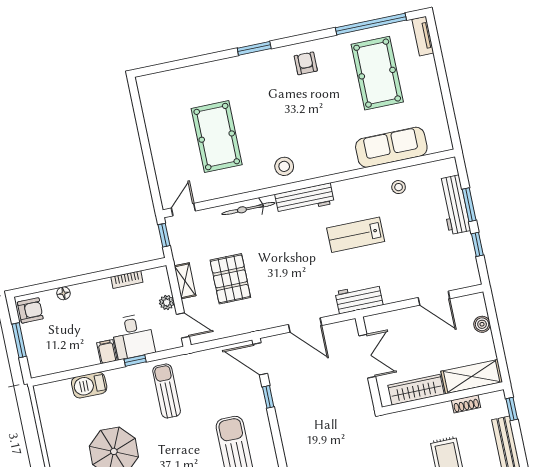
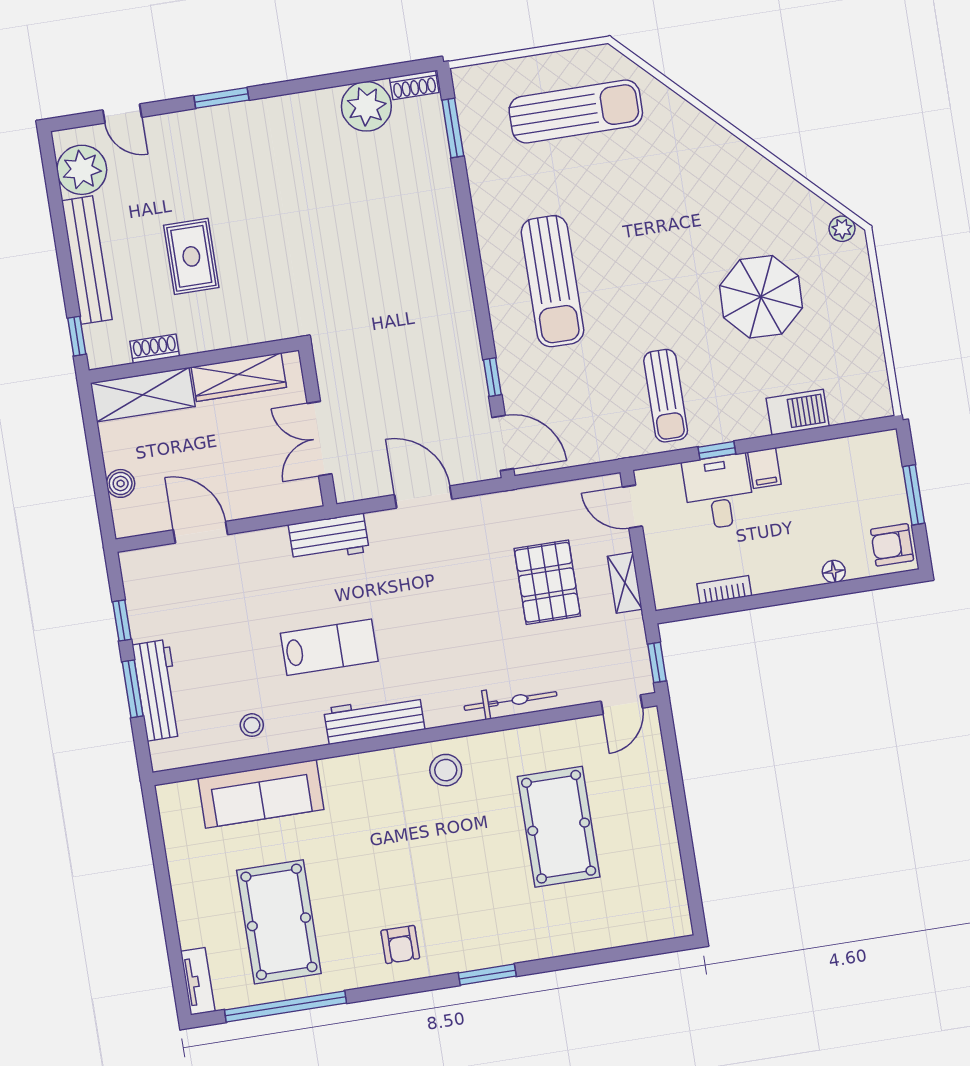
workbench: (305, 199) -> (374, 719), moved
plant: (167, 302) -> (658, 547), removed

